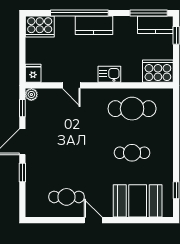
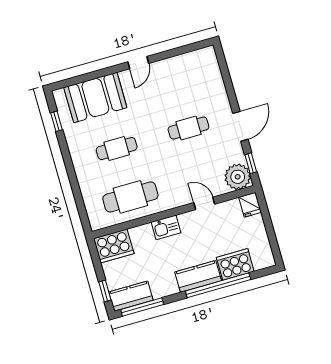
cooker: (40, 26) -> (235, 264), moved
plant: (31, 94) -> (238, 177), width x1.88, depth x1.88
window: (22, 172) -> (231, 93), removed
cafe table: (66, 197) -> (188, 128), moved
door: (93, 220) -> (138, 63), hinge flipped

